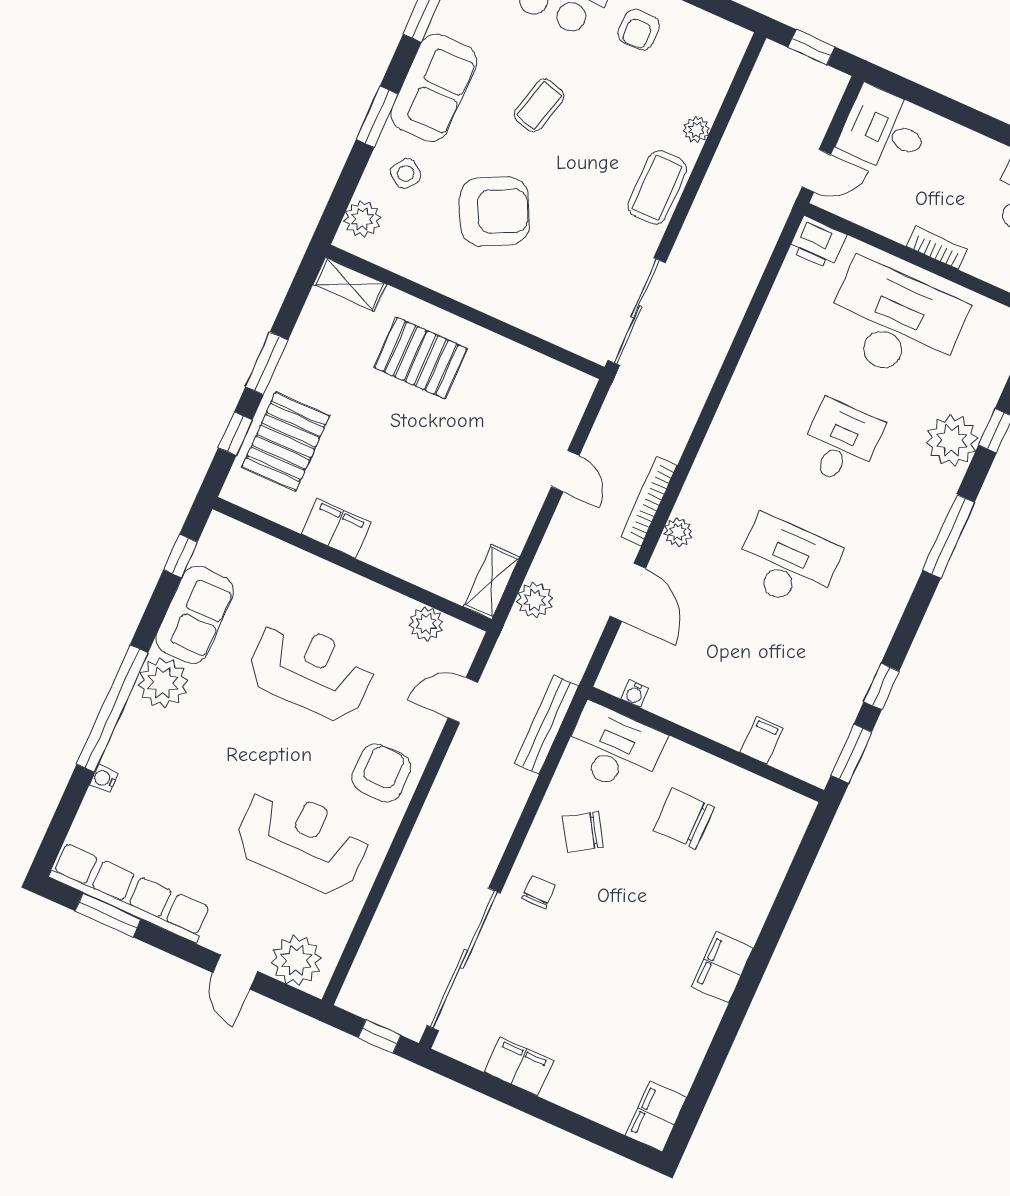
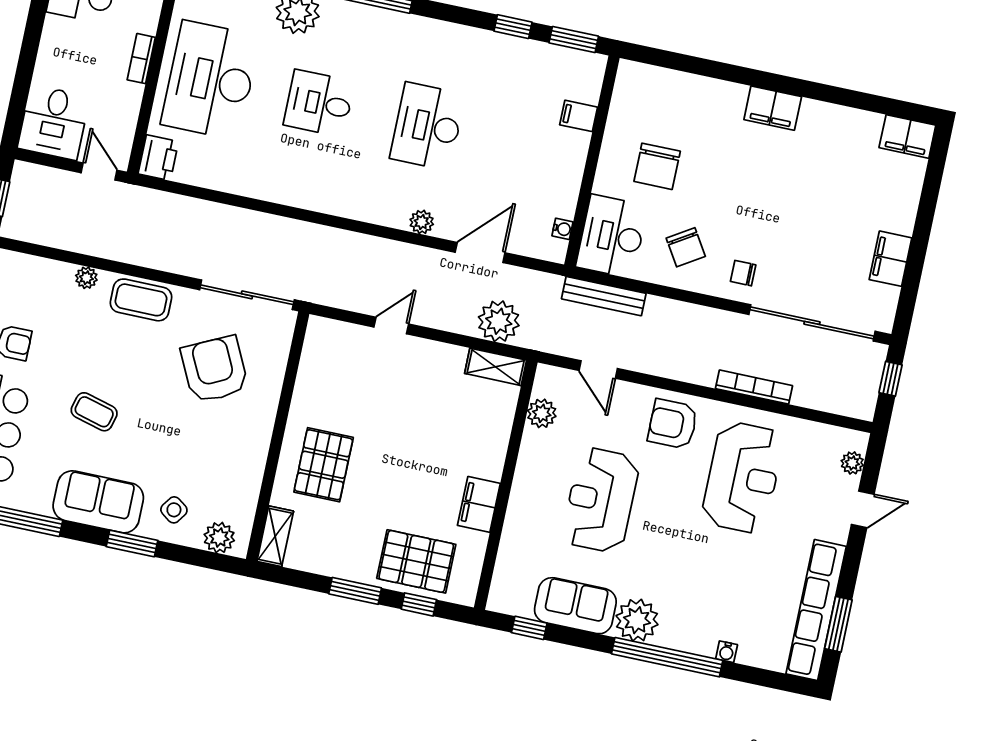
armchair: (494, 211) -> (215, 369), moved
bookcase: (649, 501) -> (754, 387), moved, turned 180
plant: (535, 600) -> (499, 321), width x1.36, depth x1.36
reception desk: (302, 841) -> (743, 477), turned 180
plant: (296, 960) -> (852, 463), width x0.53, depth x0.53

